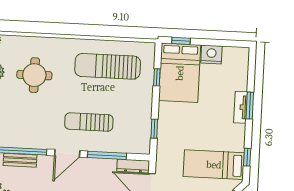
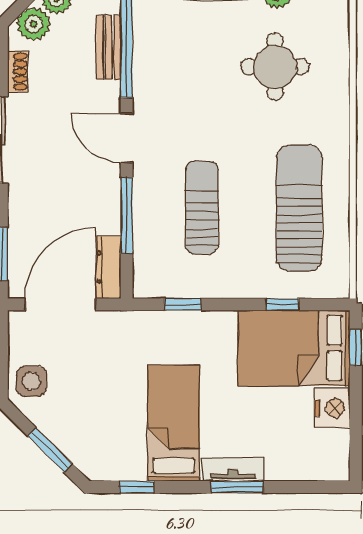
sun lounger: (89, 122) -> (202, 208), moved
bed: (214, 165) -> (174, 423), moved

